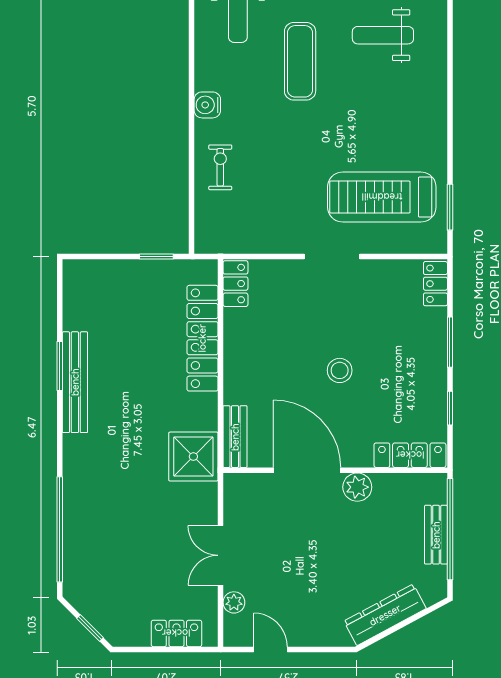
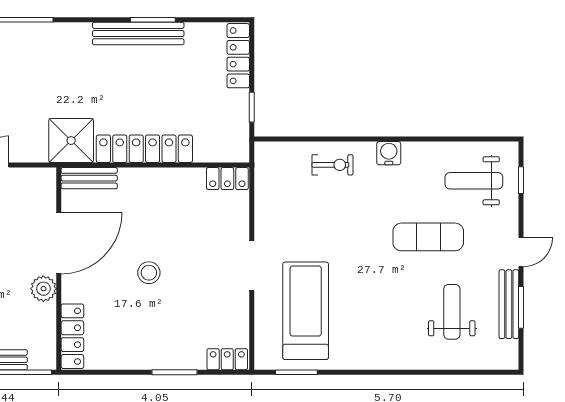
locker: (99, 272) -> (238, 56), added
locker: (202, 338) -> (144, 149), moved
window: (450, 408) -> (115, 372), removed

